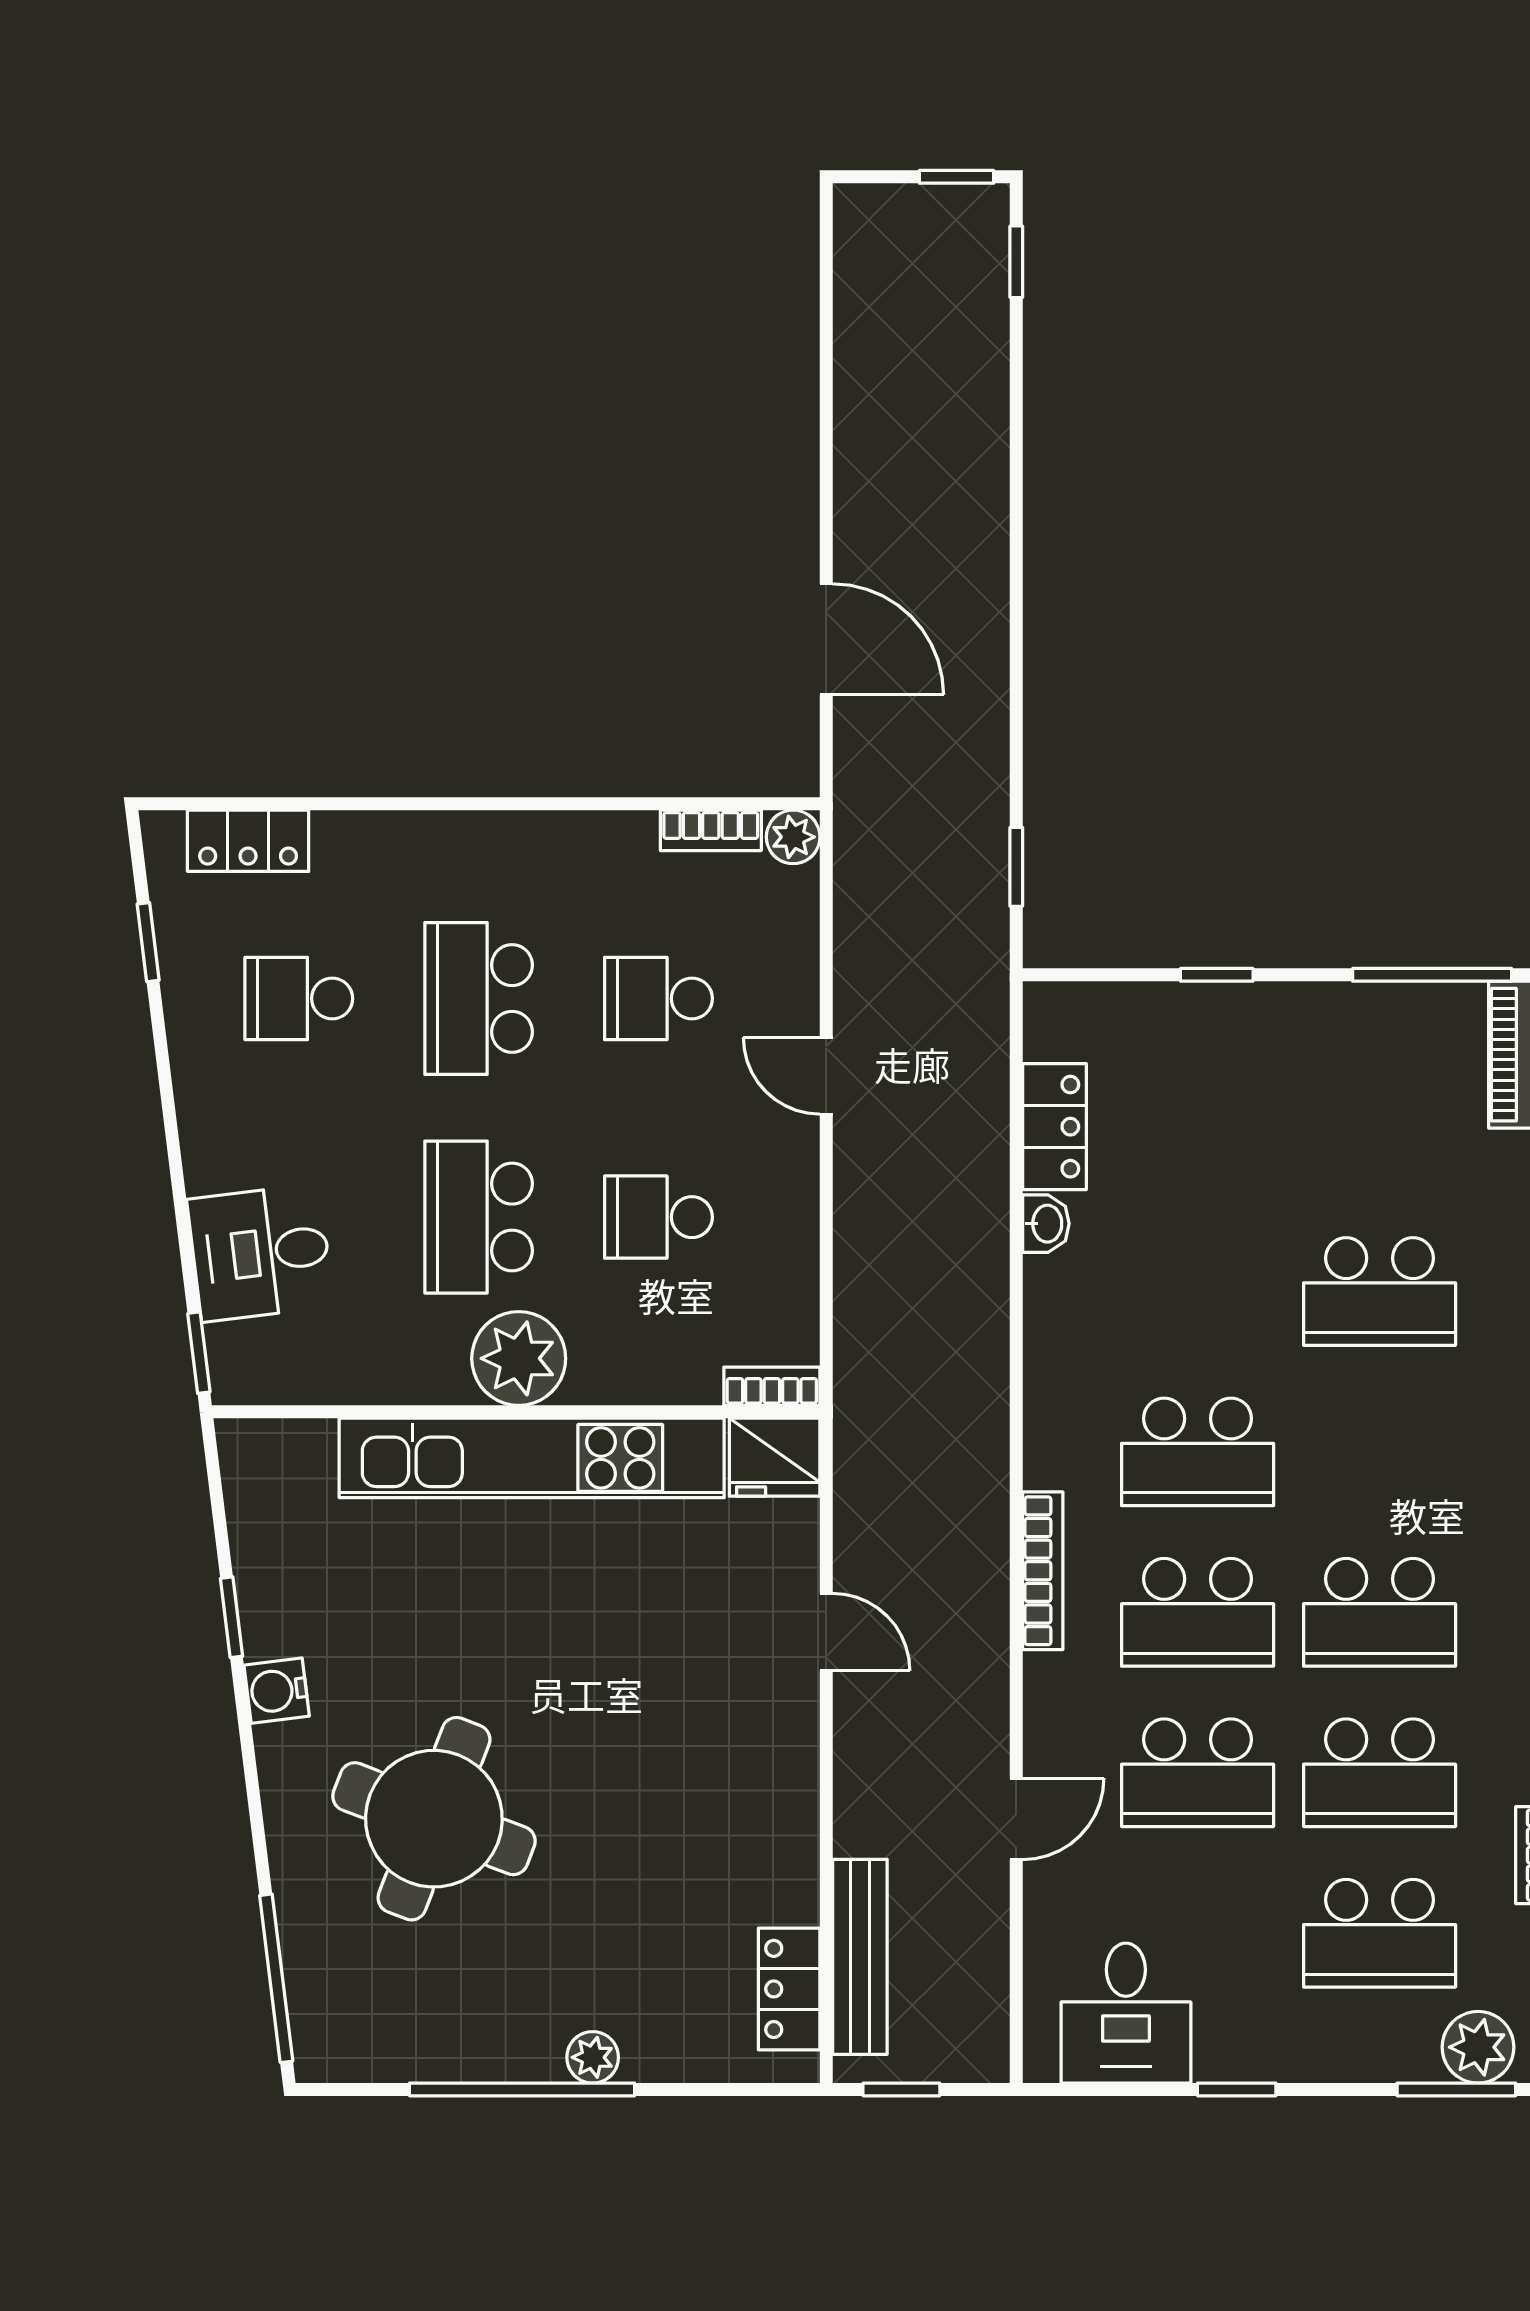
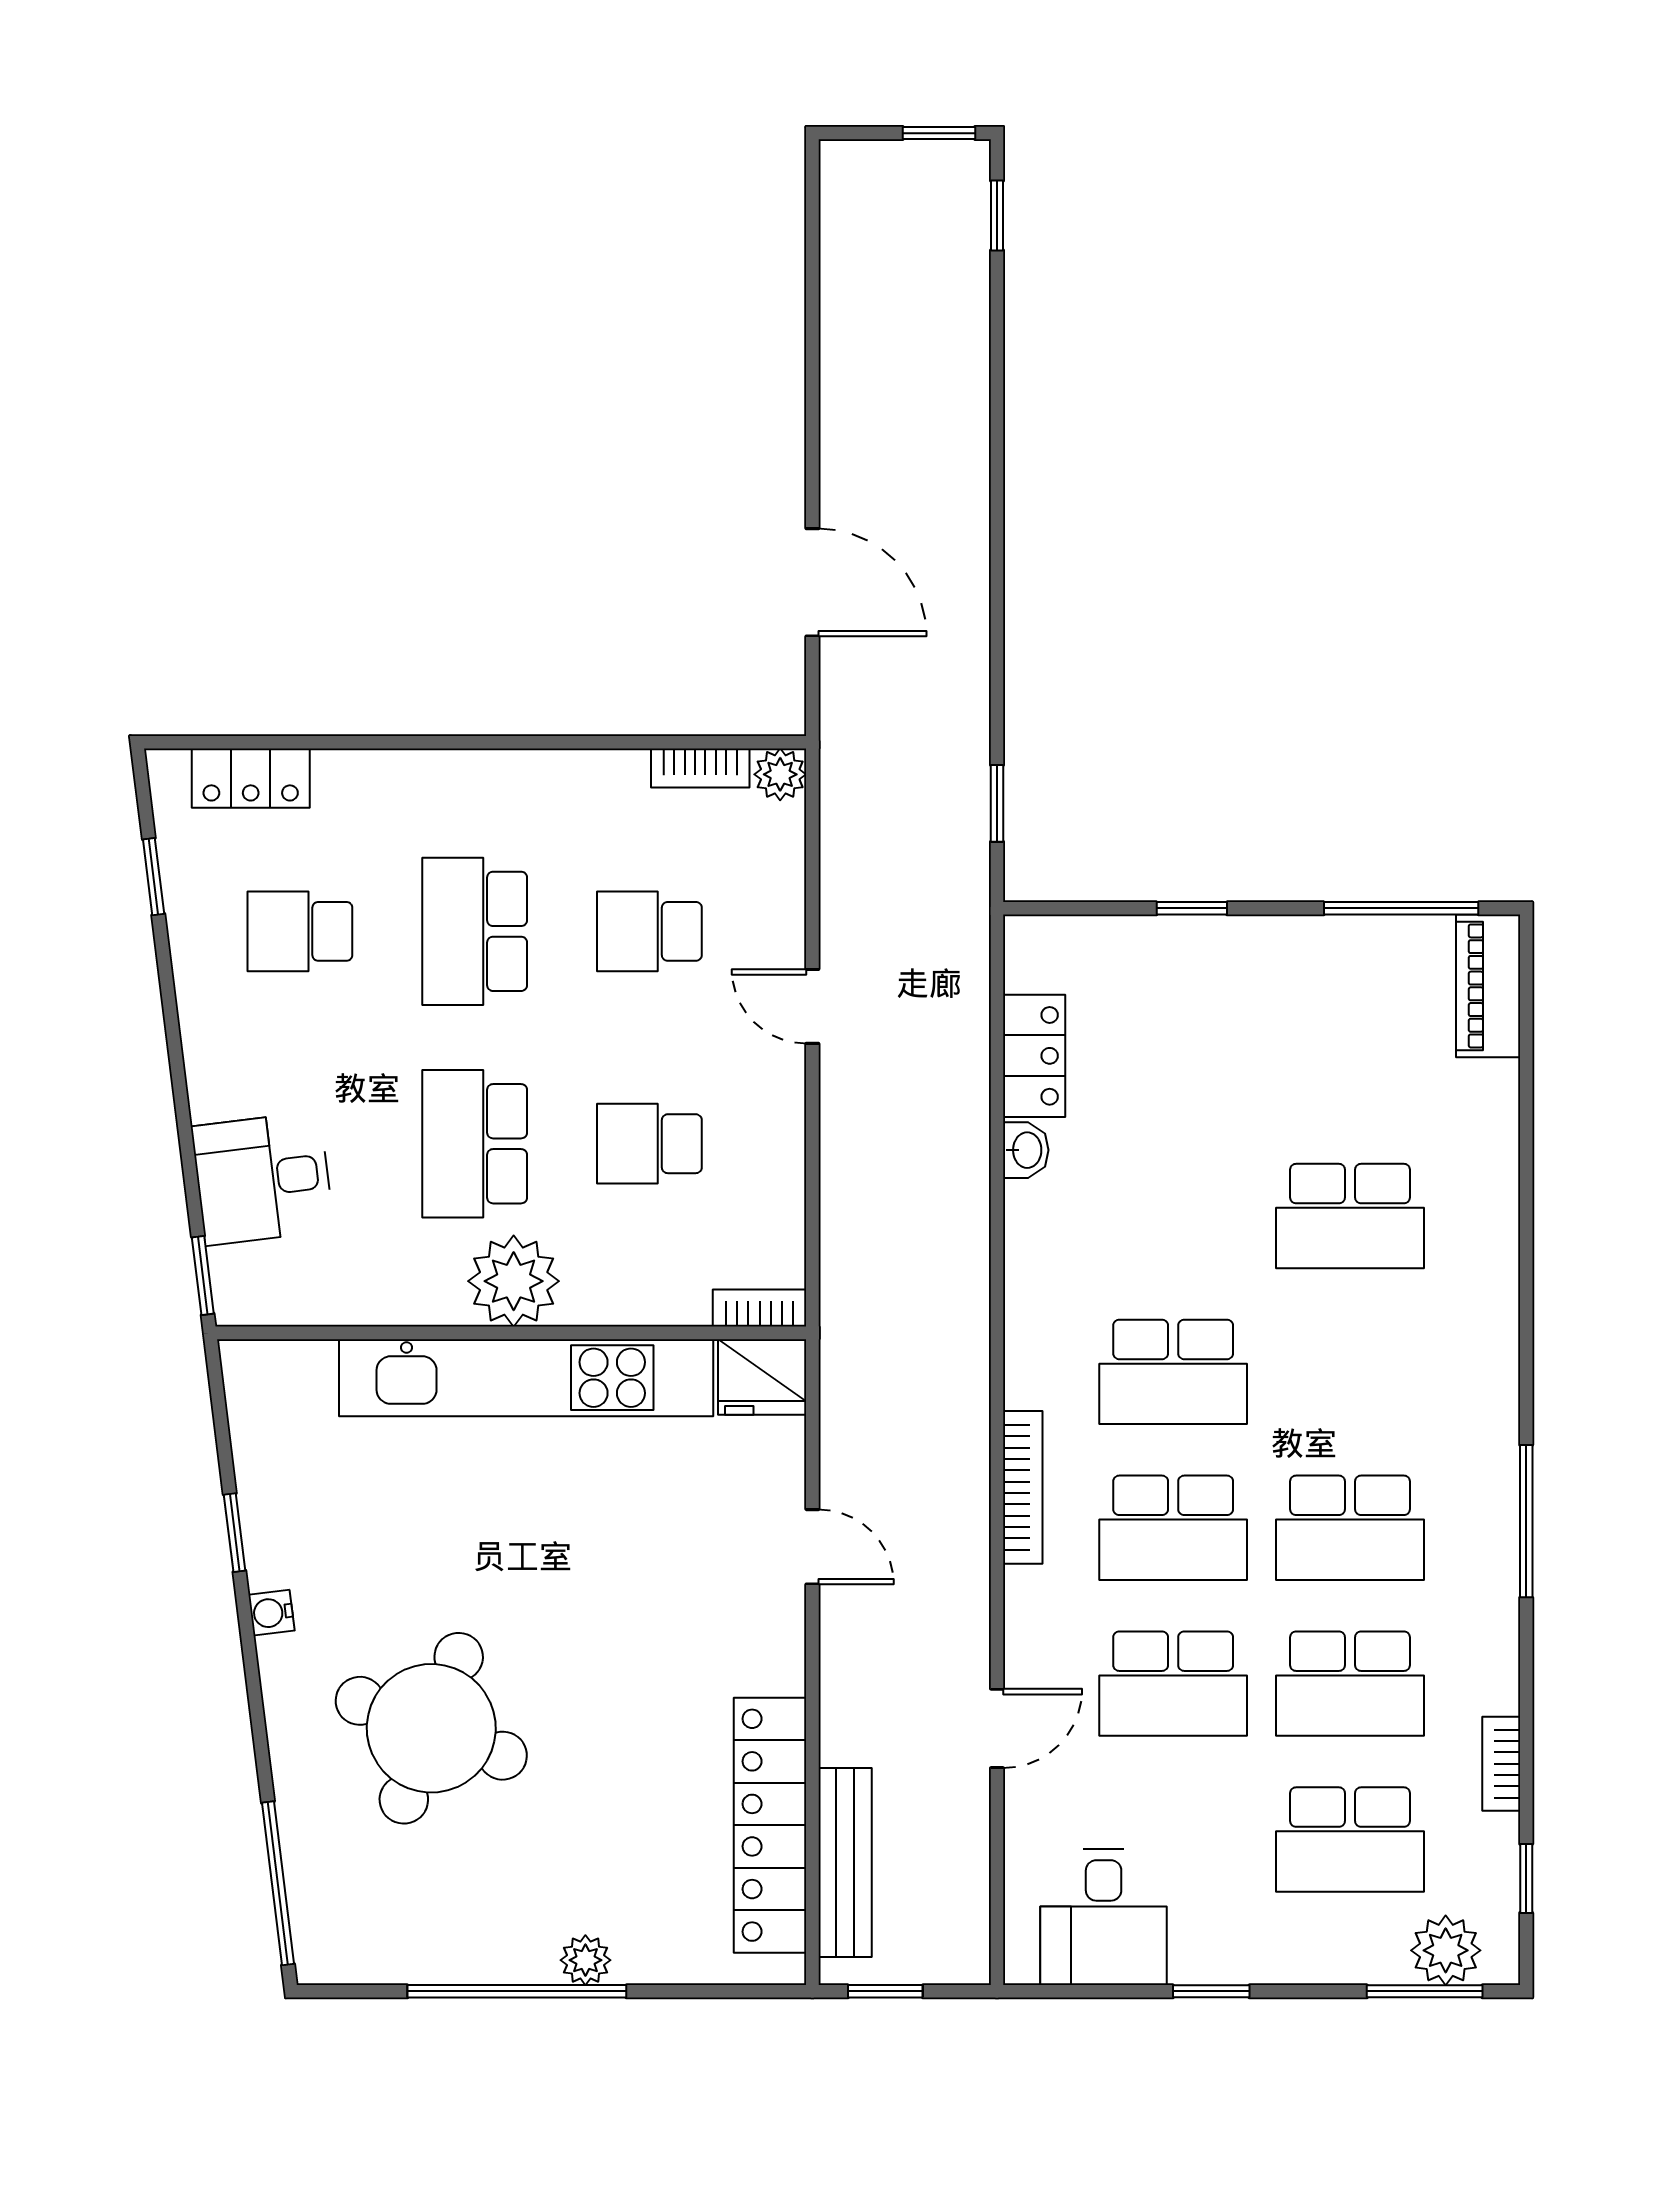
water cooler: (277, 1691) -> (271, 1613), width x0.72, depth x0.72
locker: (789, 1989) -> (770, 1825), width x2.16, depth x1.21

